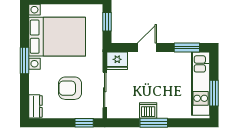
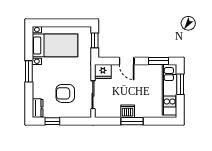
bed with nightstands: (57, 37) -> (55, 45), width x0.73
door: (147, 48) -> (127, 61), swing flipped
window: (214, 93) -> (180, 84), moved
window: (84, 123) -> (52, 121), moved

